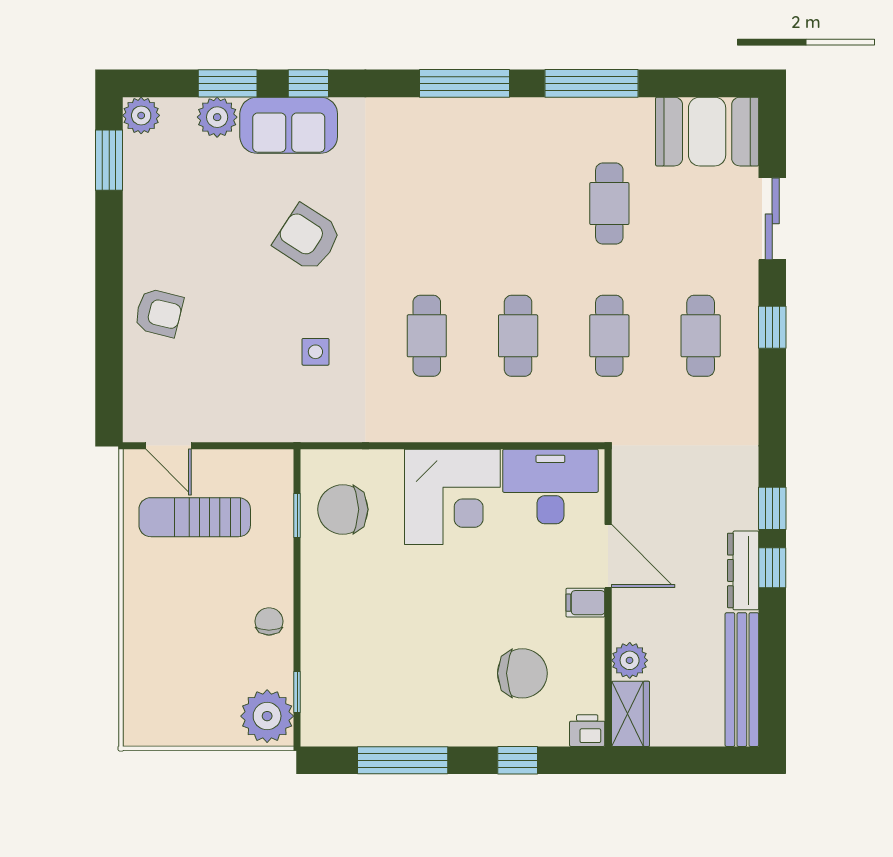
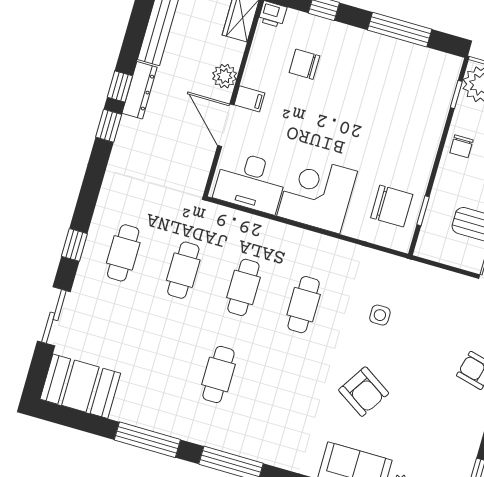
cafe table: (609, 204) -> (218, 374), moved
plant: (630, 660) -> (225, 76), moved
chair: (522, 673) -> (304, 64), width x0.73, depth x0.73

